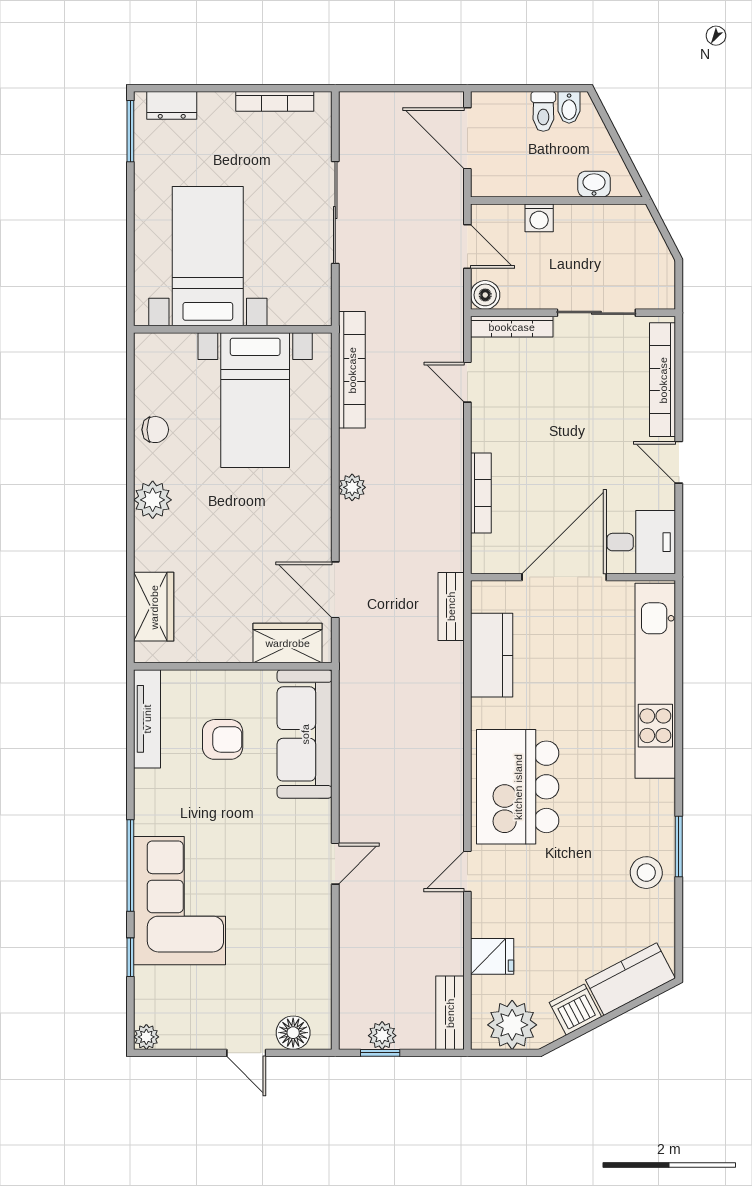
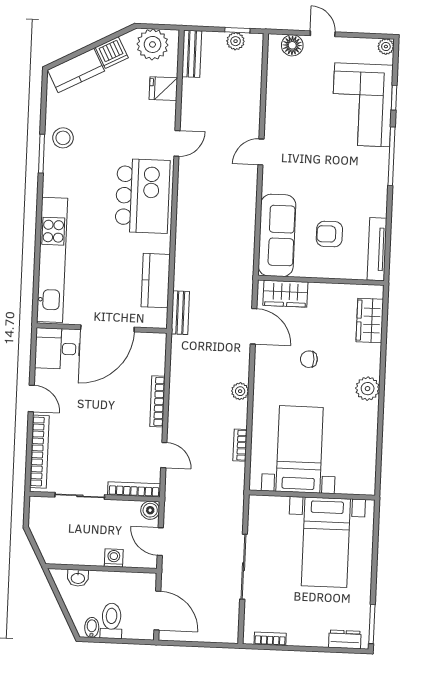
bookcase: (275, 101) -> (270, 639), width x0.64
toilet: (543, 111) -> (111, 621), width x1.37, depth x1.39
bookcase: (352, 370) -> (240, 445), width x0.43, depth x0.76
chair: (155, 430) -> (309, 359), moved
bookcase: (481, 493) -> (157, 401), moved
corner sofa: (179, 901) -> (362, 105), moved

